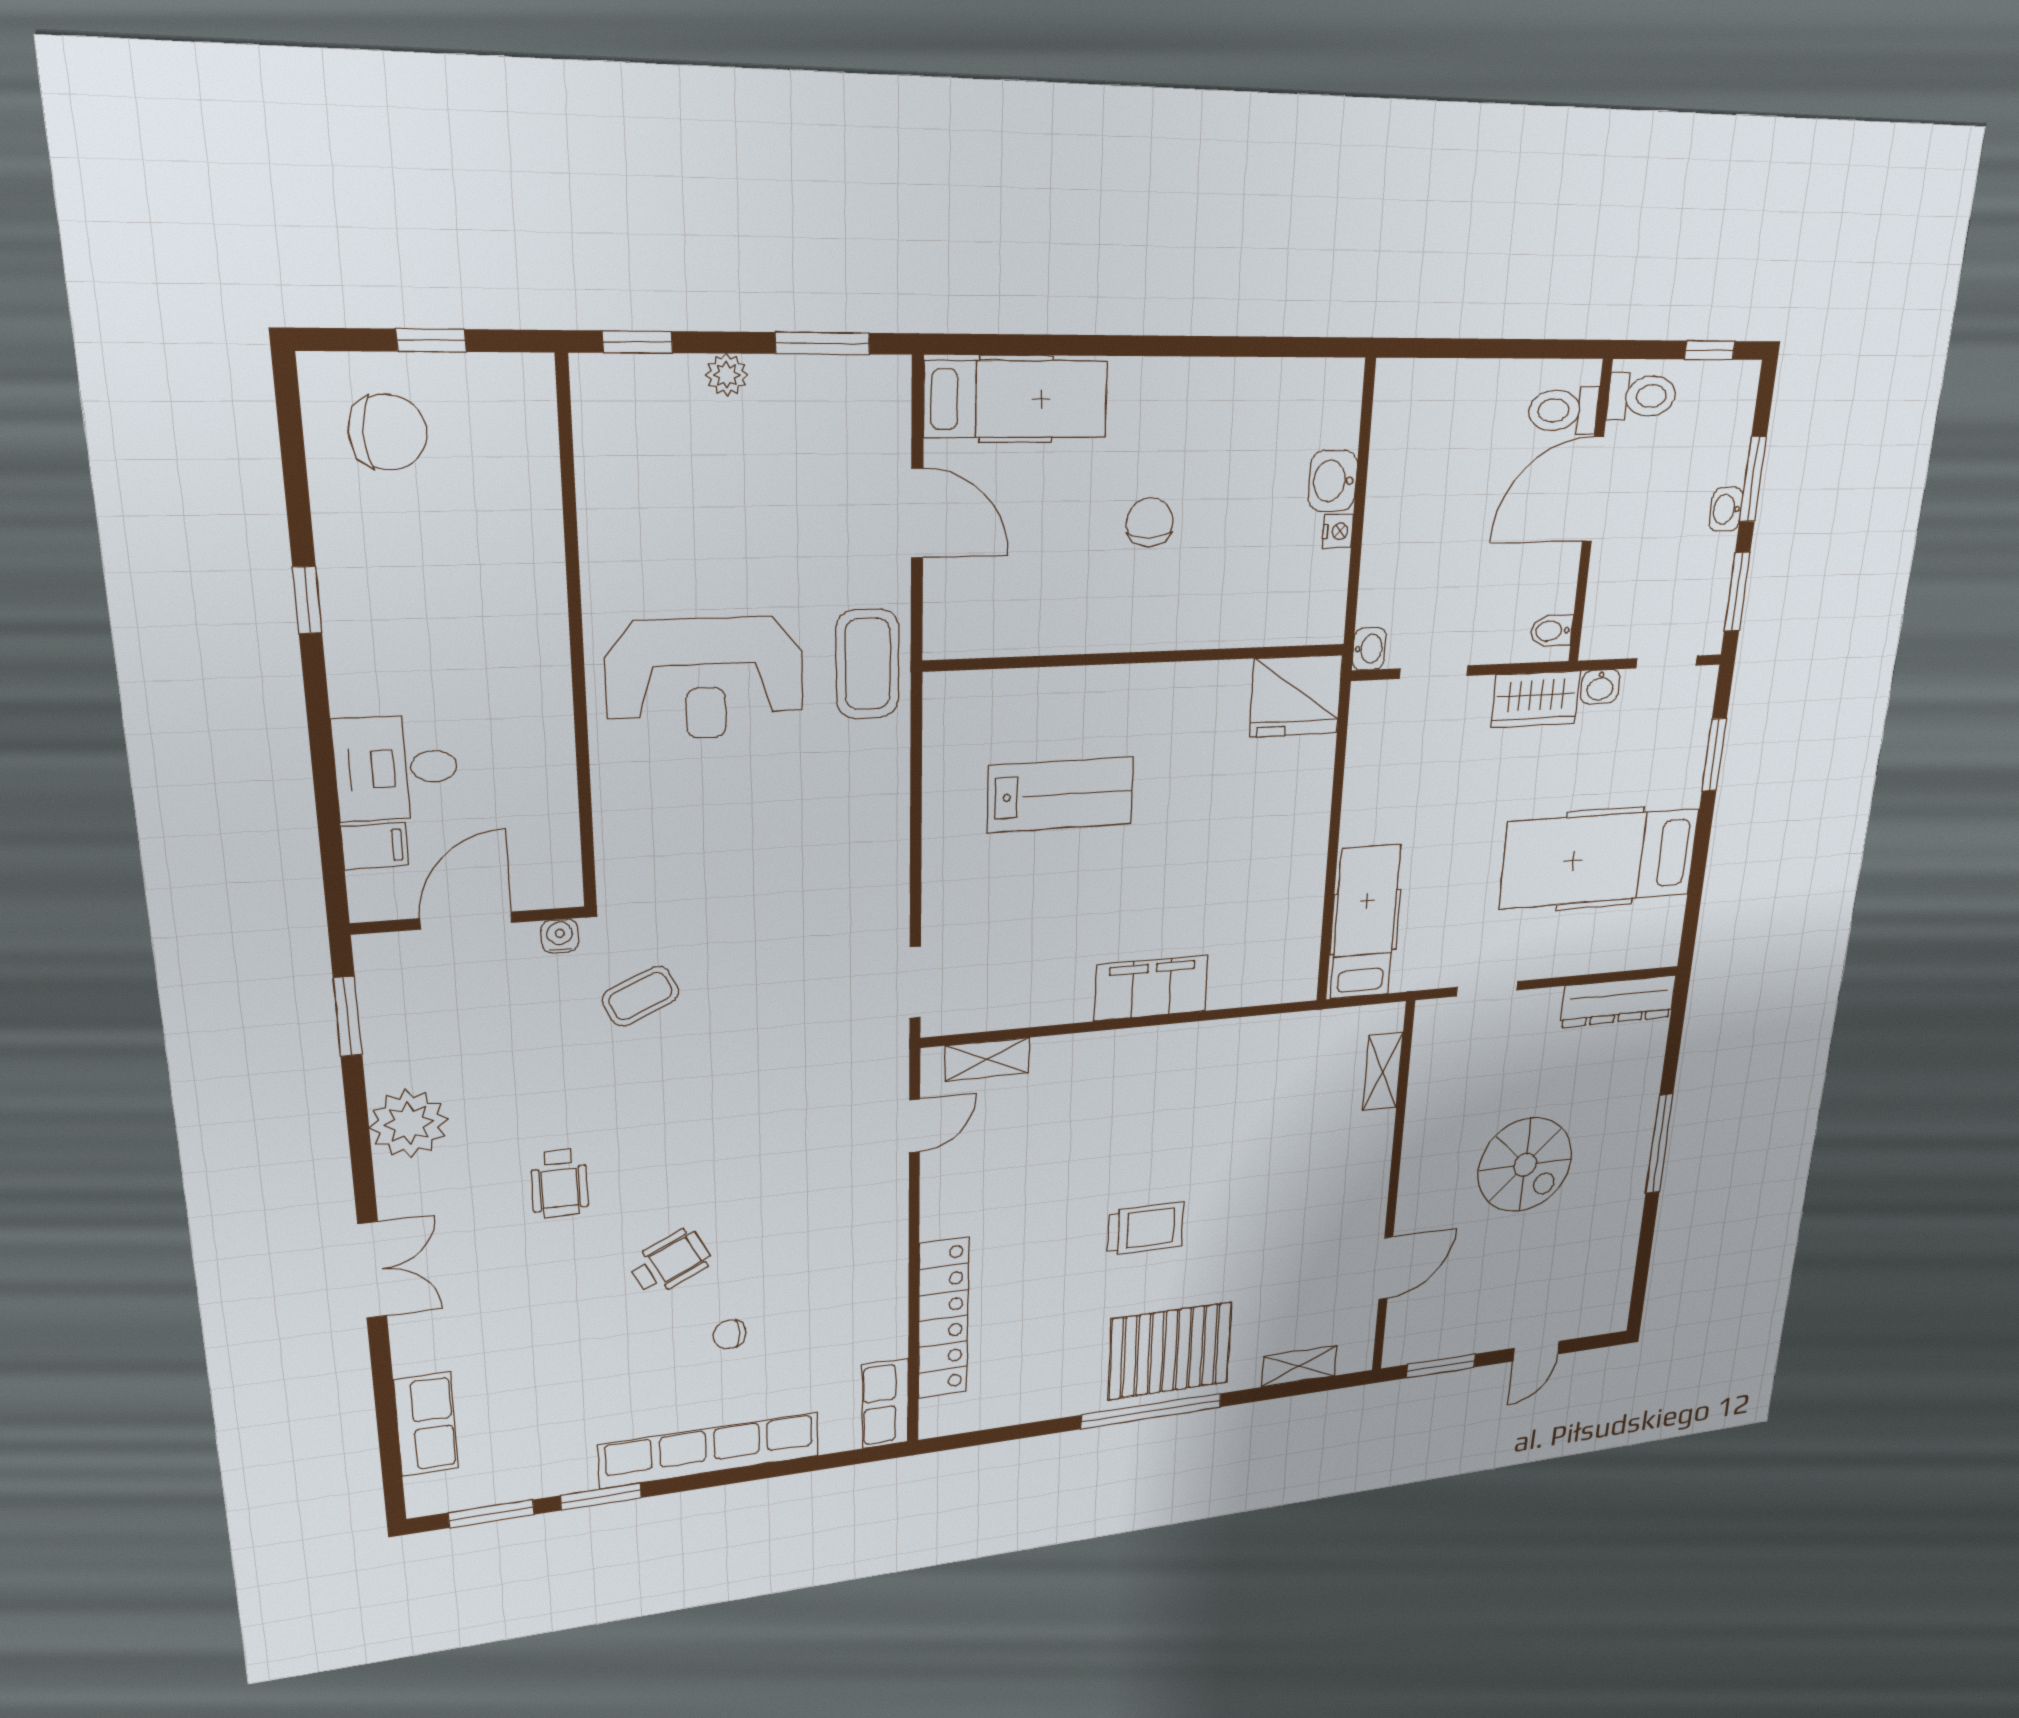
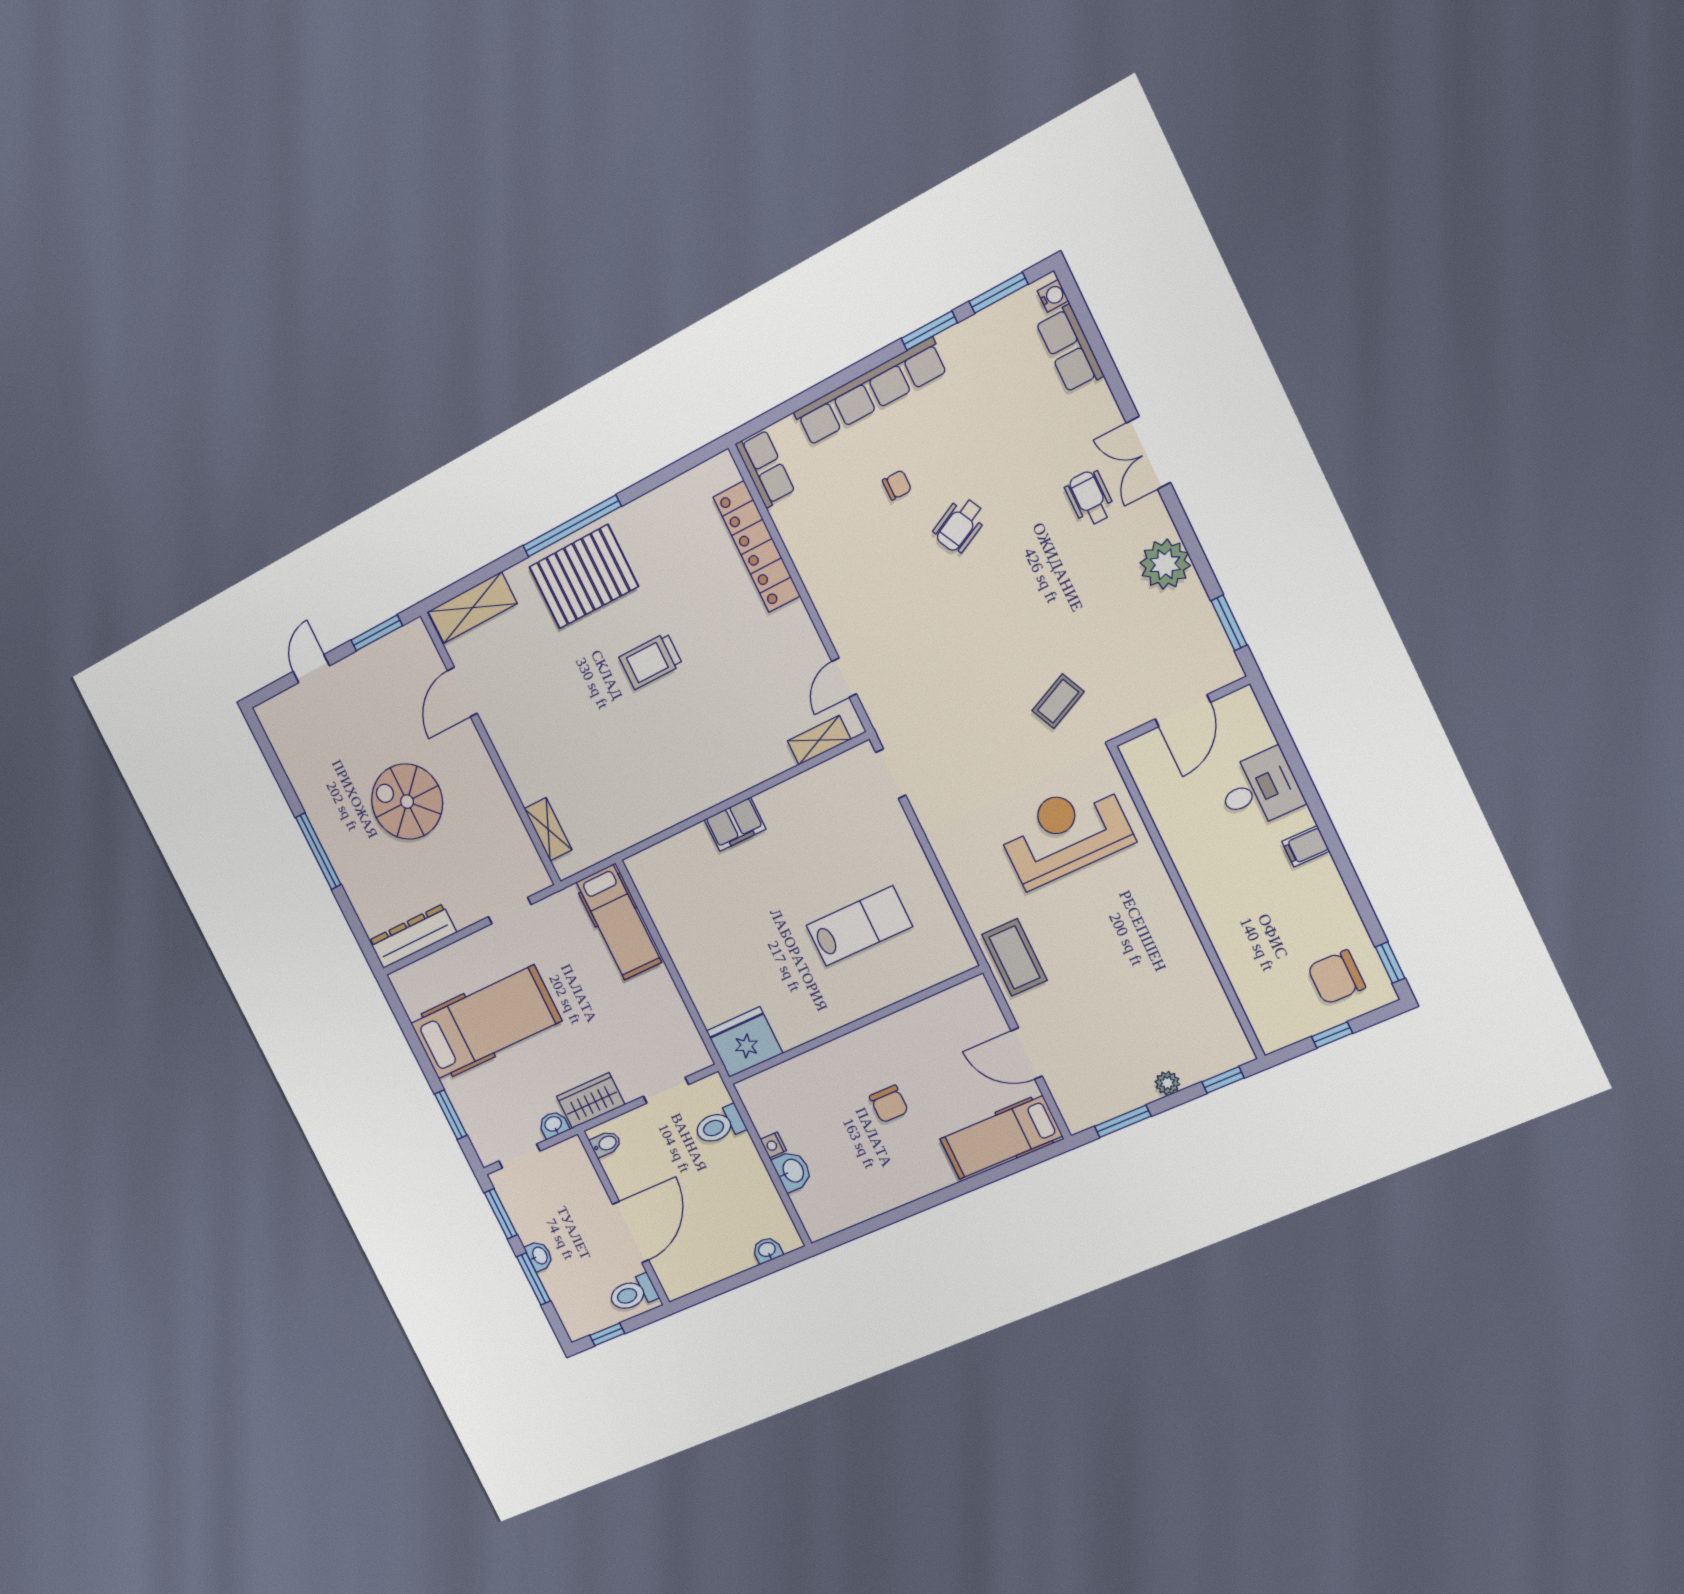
toilet: (1563, 410) -> (719, 1125), moved, turned 180
window: (307, 600) -> (1390, 963), moved
washbasin: (1369, 649) -> (767, 1250), moved, turned 90
reception desk: (705, 678) -> (1065, 833), moved
lab bench: (1060, 795) -> (859, 926), turned 180
filing cabinet: (375, 846) -> (1306, 846), moved
water cooler: (560, 936) -> (1053, 296), moved, turned -90
filing cabinet: (1151, 988) -> (735, 824), width x0.67, depth x0.86
wheelchair: (559, 1183) -> (1090, 498), moved
shelving: (1299, 1366) -> (473, 608), width x1.50, depth x1.33

